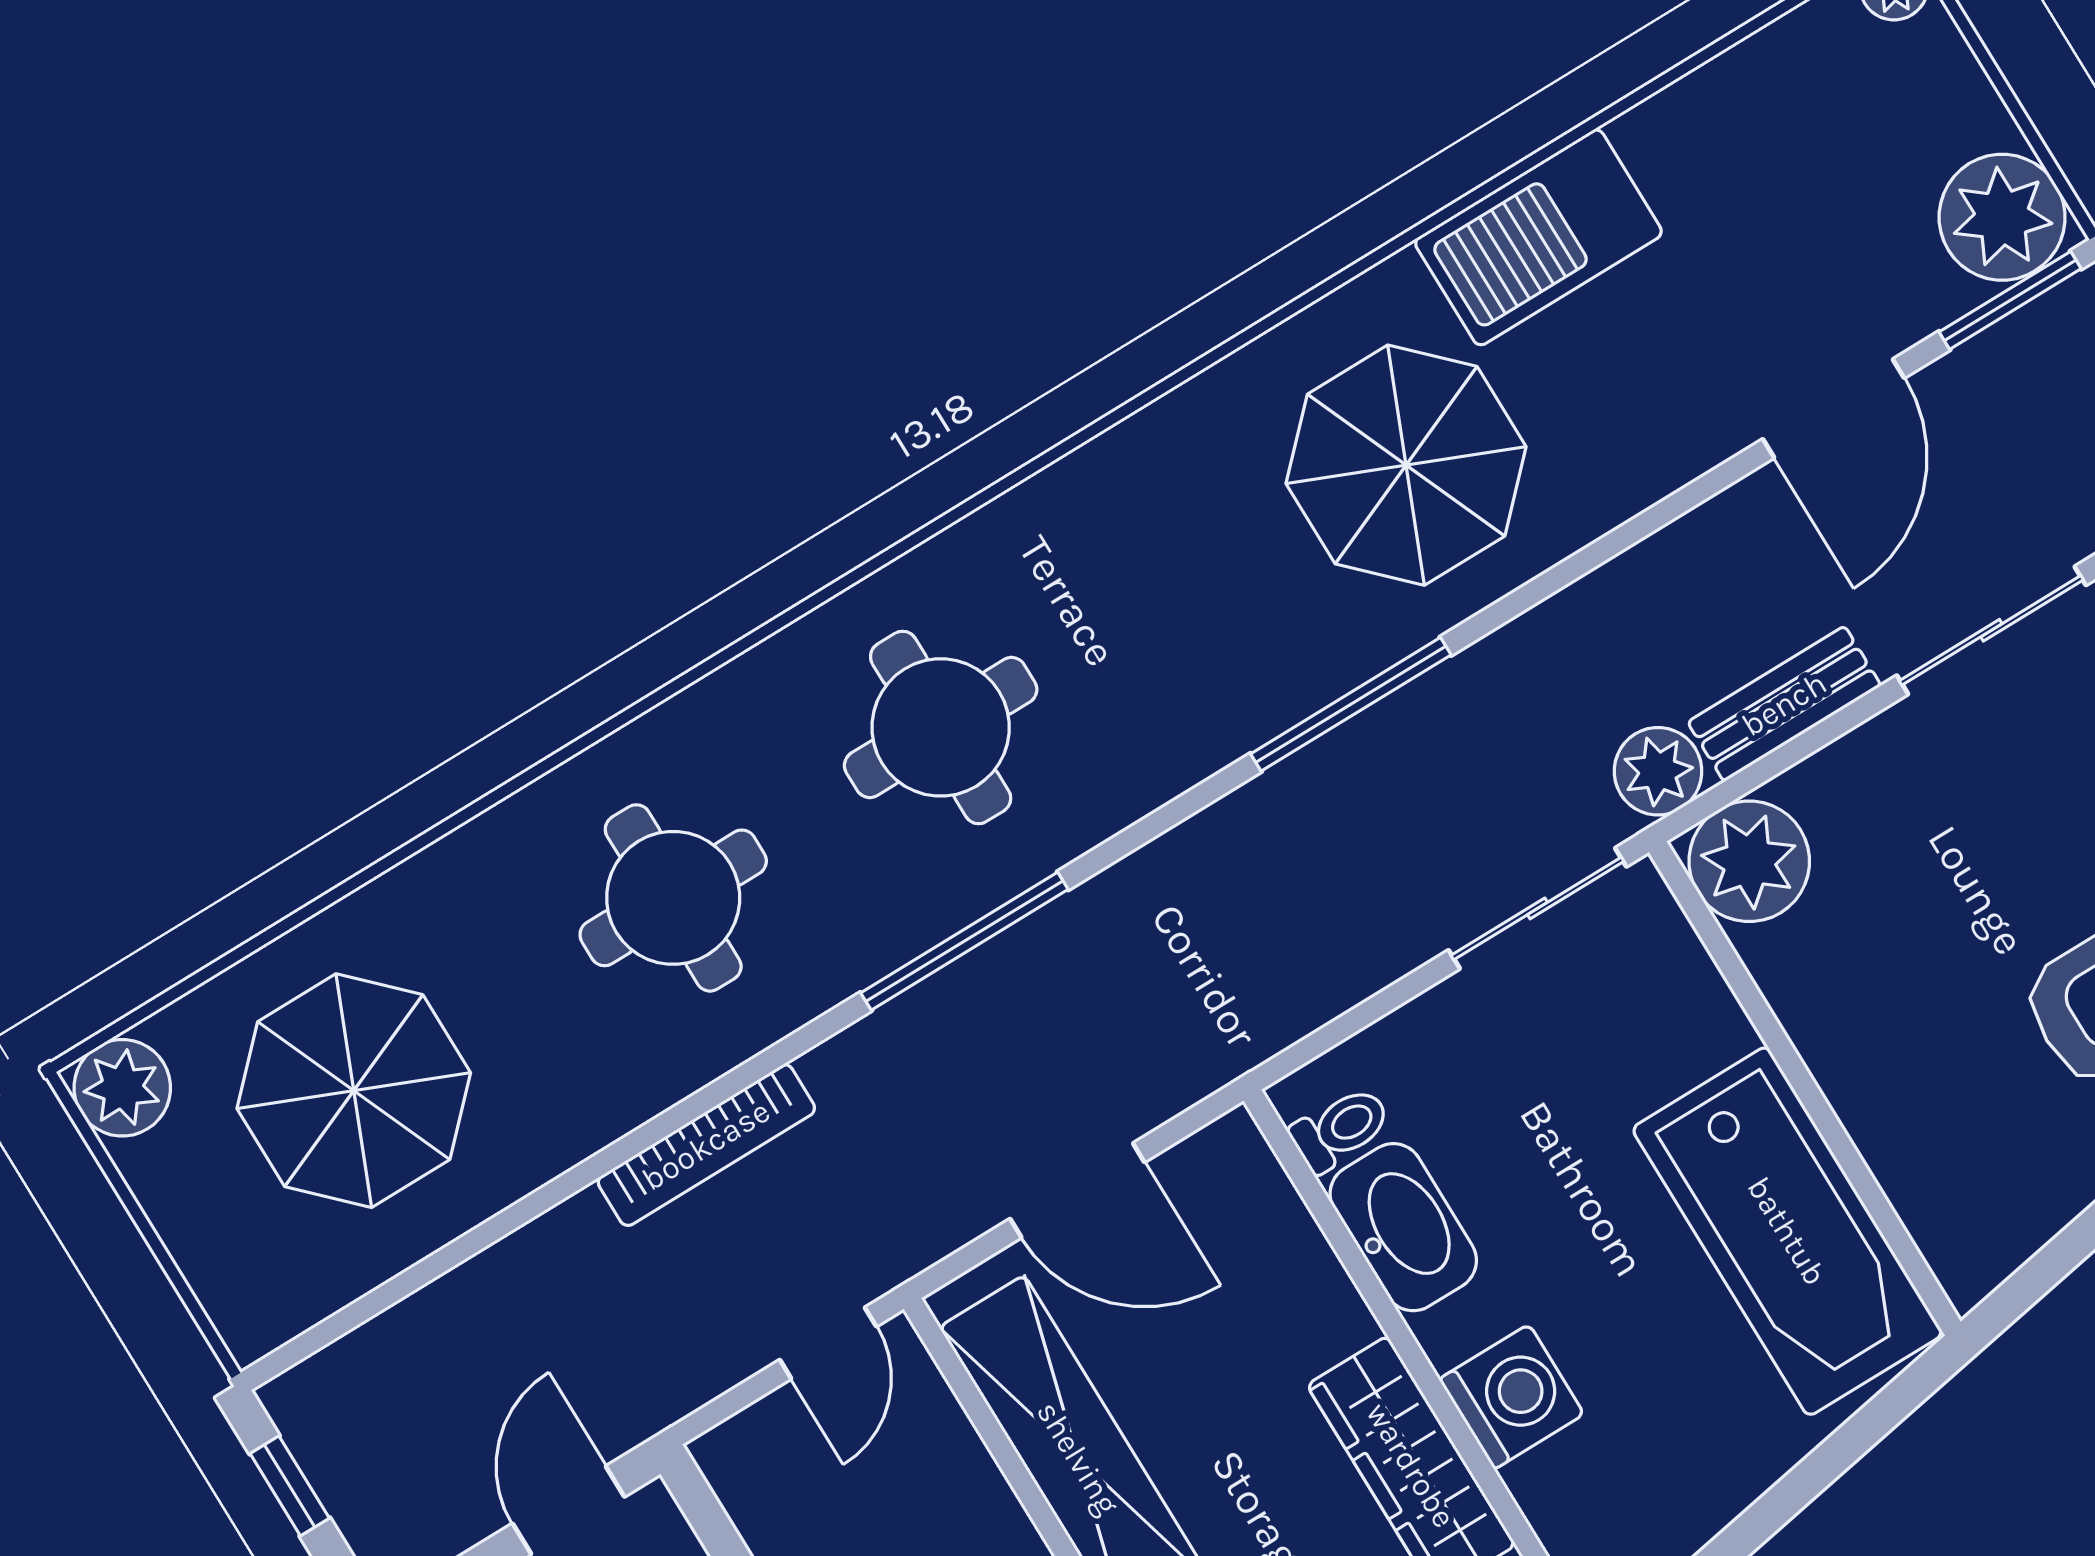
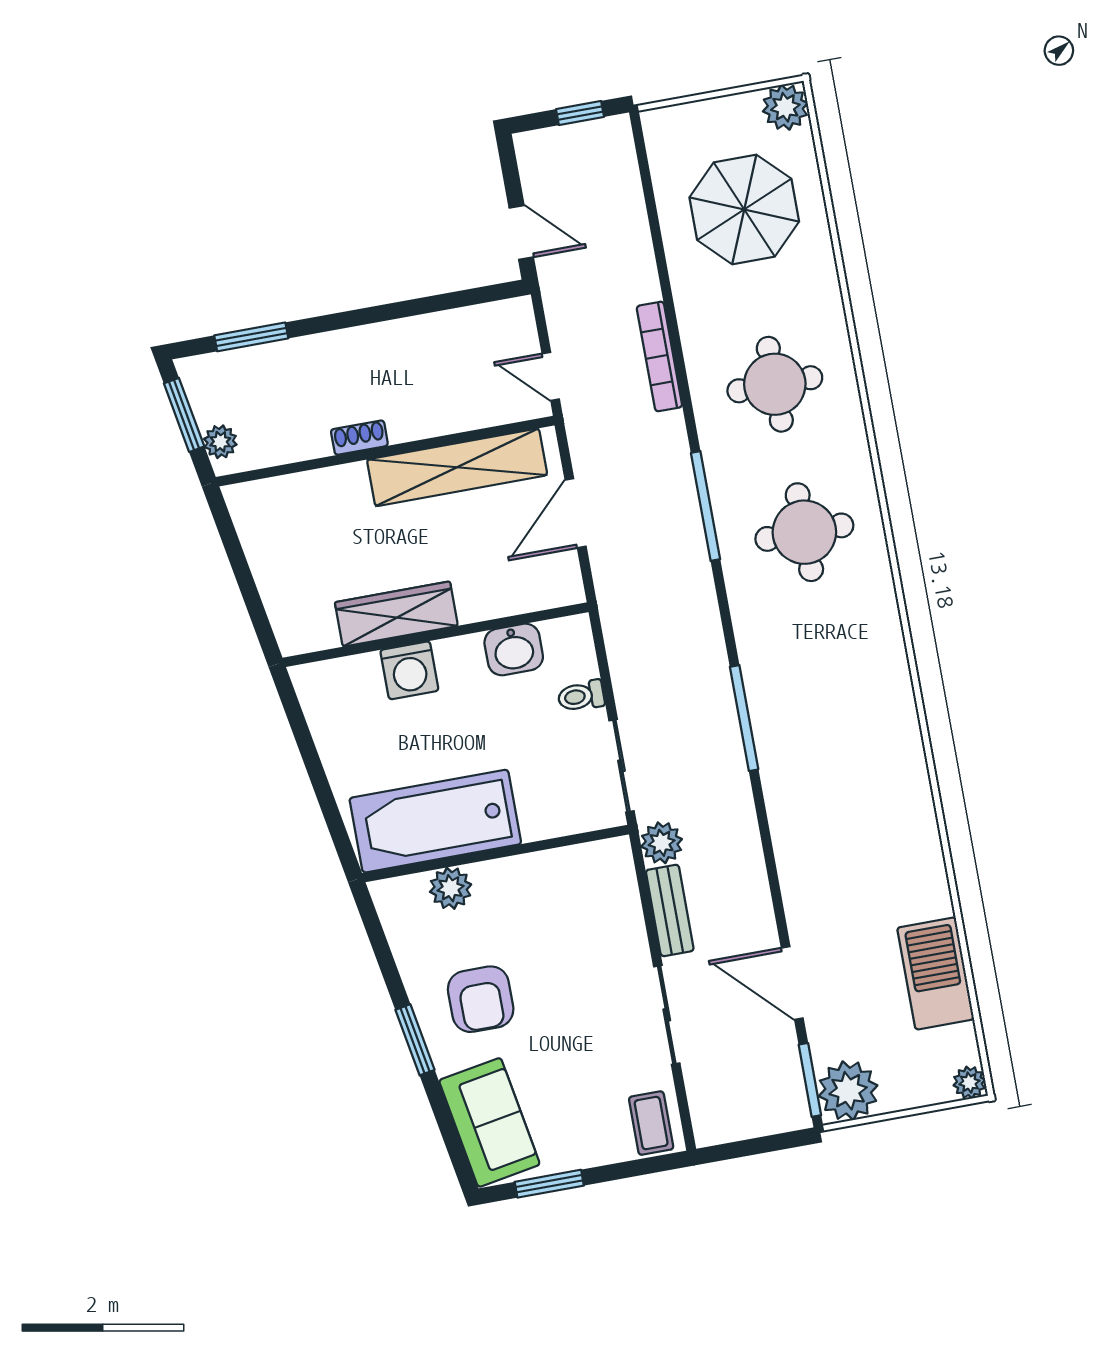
barbecue: (1538, 237) -> (936, 973), moved
parasol: (1406, 465) -> (841, 784), removed
plant: (1749, 861) -> (451, 888), moved, width x0.73, depth x0.73
toilet: (1340, 1129) -> (581, 696), moved, turned 90
washbasin: (1403, 1227) -> (514, 649), width x0.72

